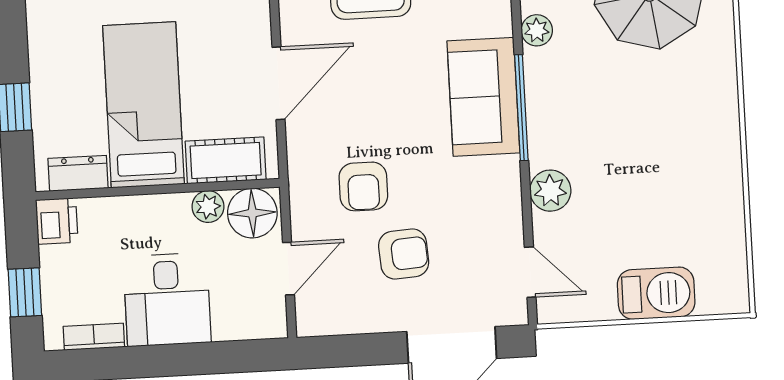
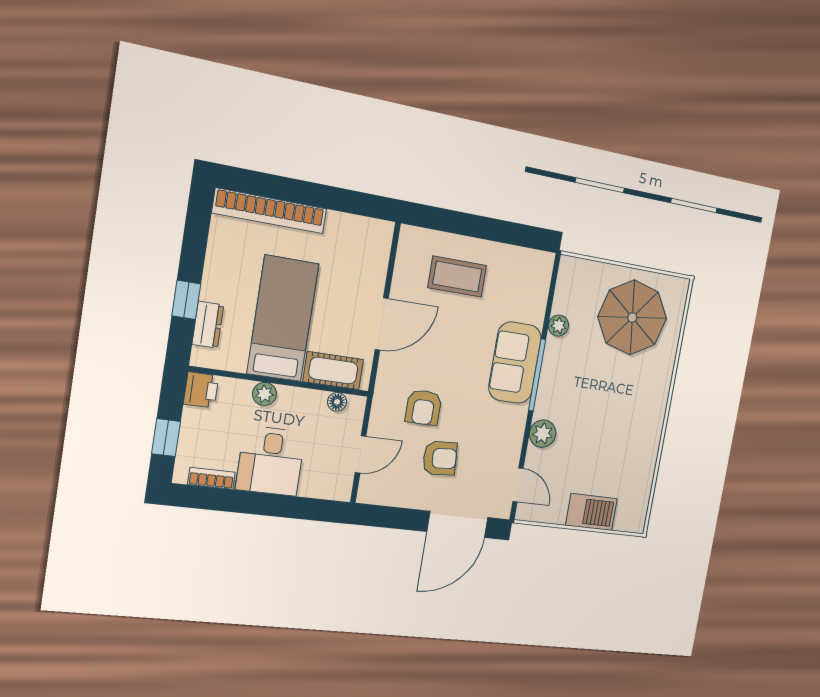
dresser: (78, 173) -> (208, 325), moved, turned 90
plant: (208, 207) -> (265, 394), moved
floor lamp: (252, 213) -> (337, 402), width x0.53, depth x0.53

